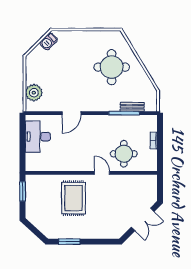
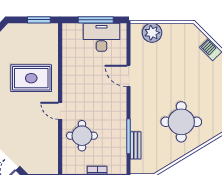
window: (23, 142) -> (96, 20), added
door: (102, 173) -> (60, 111), swing flipped

